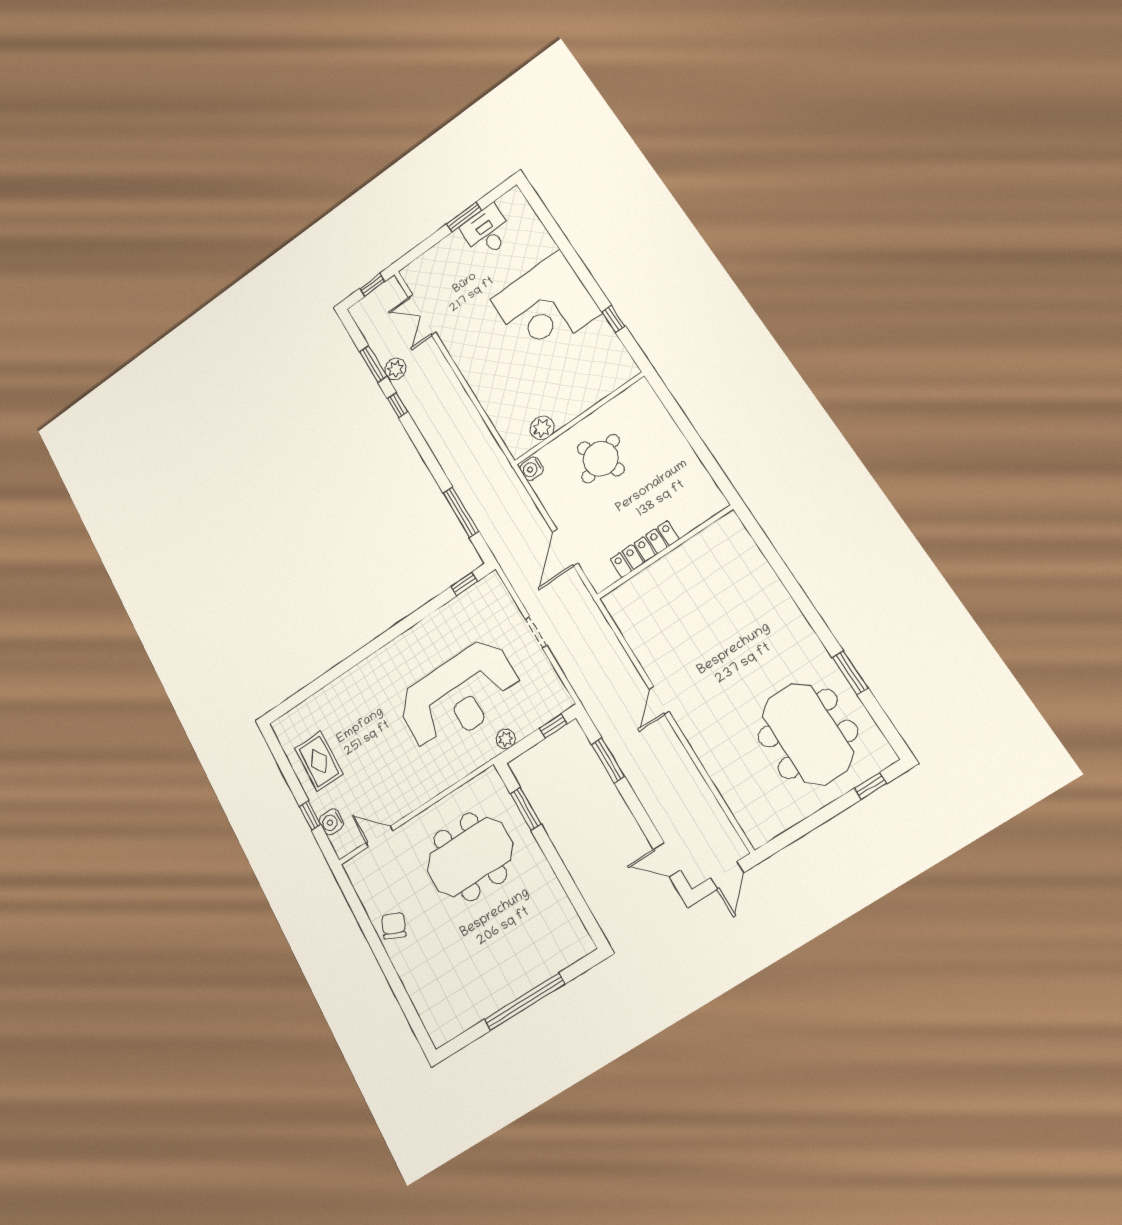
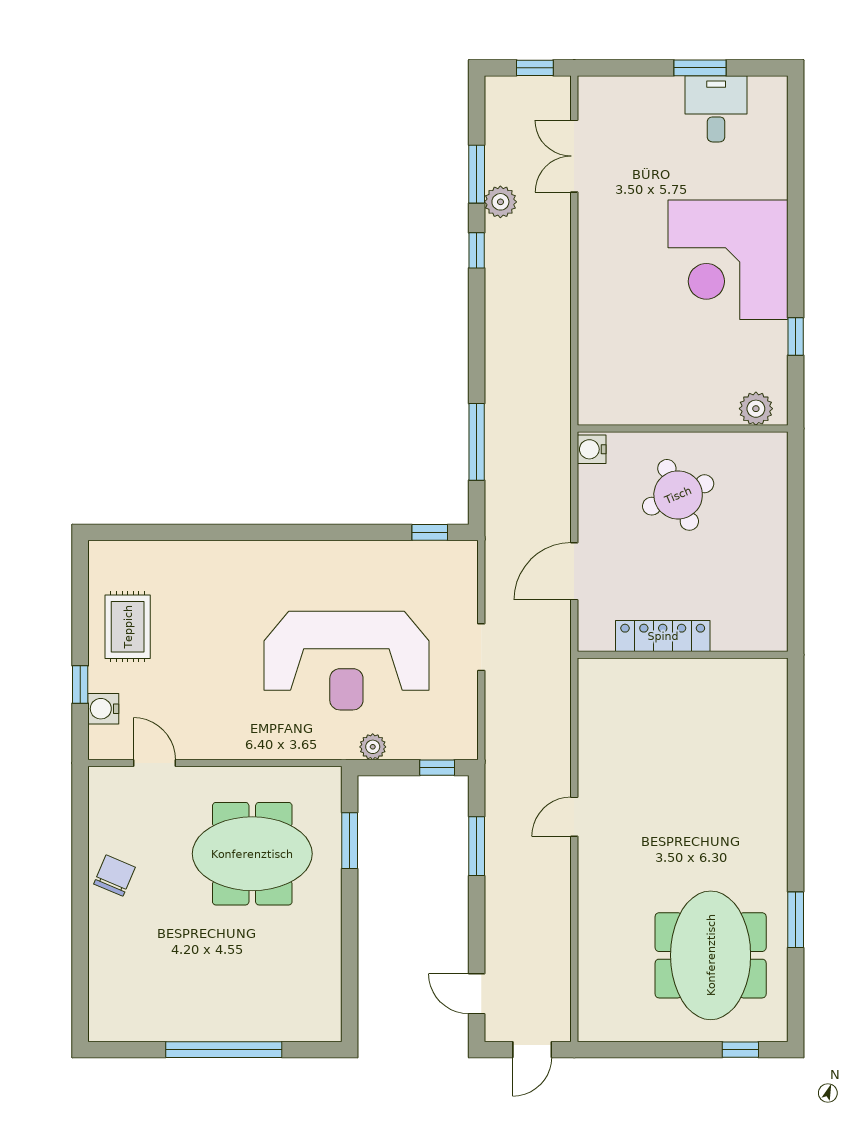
plant: (542, 428) -> (756, 409), moved

